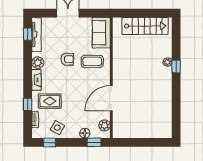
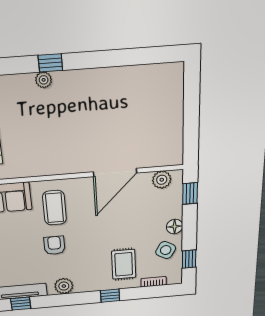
fireplace: (36, 80) -> (91, 286), removed
door: (111, 98) -> (115, 172), hinge flipped
window: (28, 104) -> (110, 296), moved
floor lamp: (85, 133) -> (175, 227), moved

